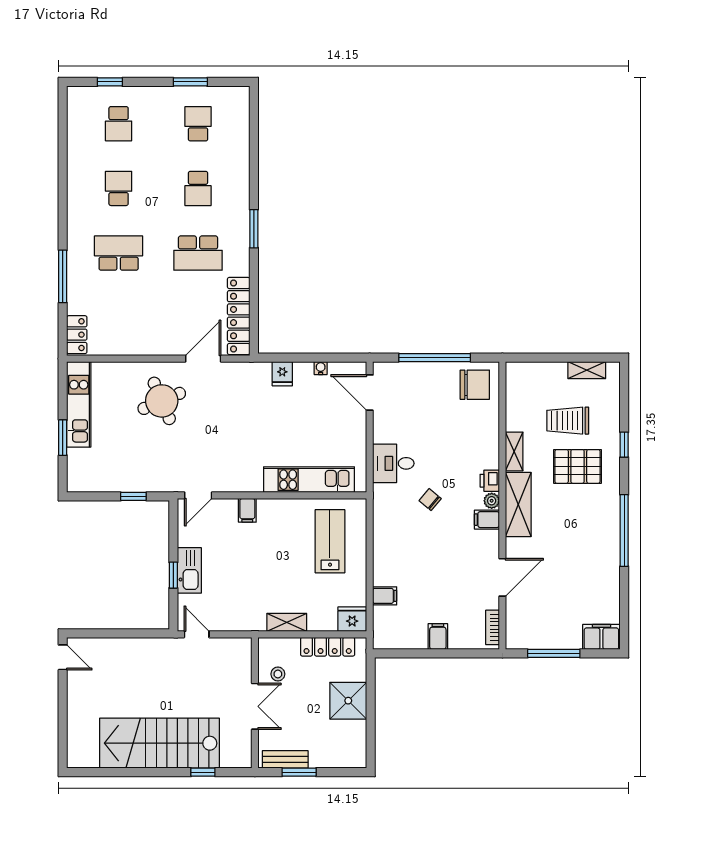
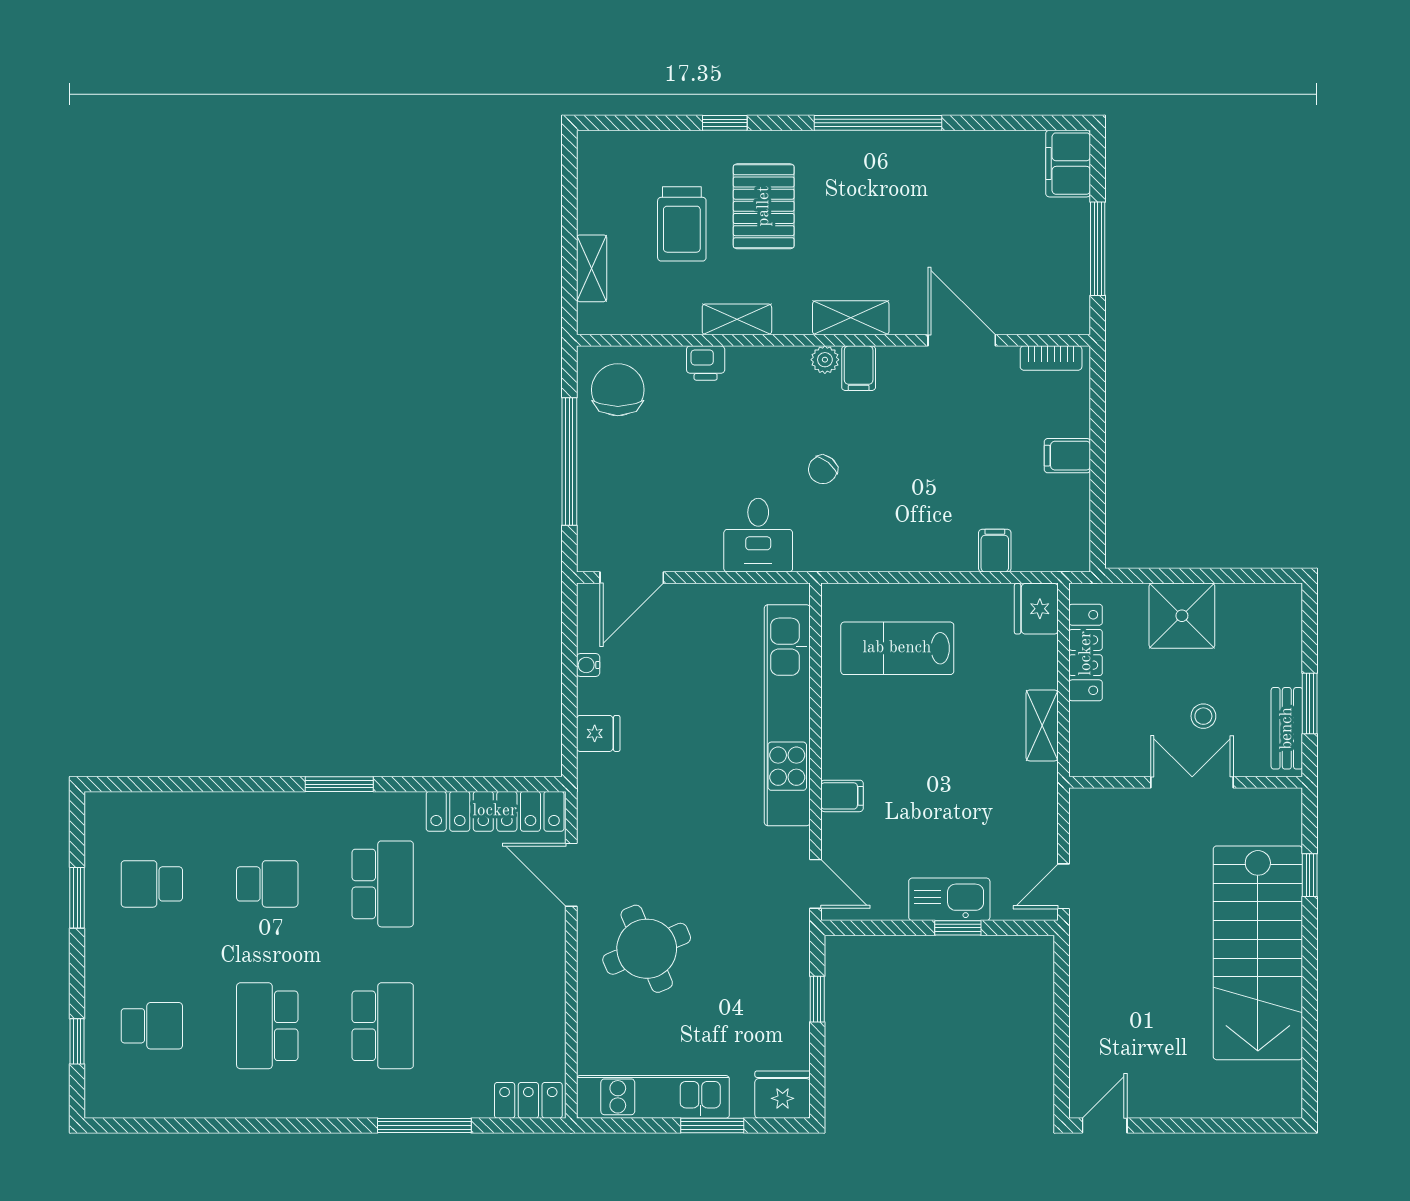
school desk: (119, 188) -> (267, 1026), width x1.85
school desk: (119, 253) -> (383, 1026), turned 180
shelving: (587, 370) -> (592, 268), moved
fridge: (80, 477) -> (783, 1095), added
kitchen unit: (309, 480) -> (787, 715), width x1.36
printer: (490, 481) -> (706, 363), moved
shelving: (518, 505) -> (851, 318), width x0.67, depth x0.75
stool: (278, 674) -> (1203, 716), moved

